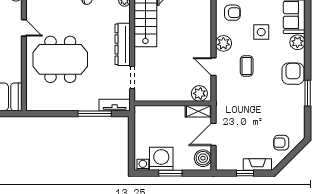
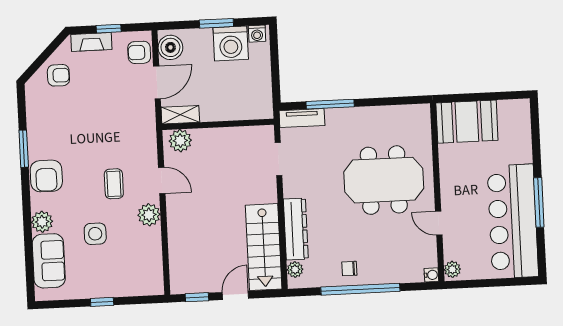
armchair: (232, 13) -> (139, 52), moved
dresser: (123, 44) -> (296, 229), moved

